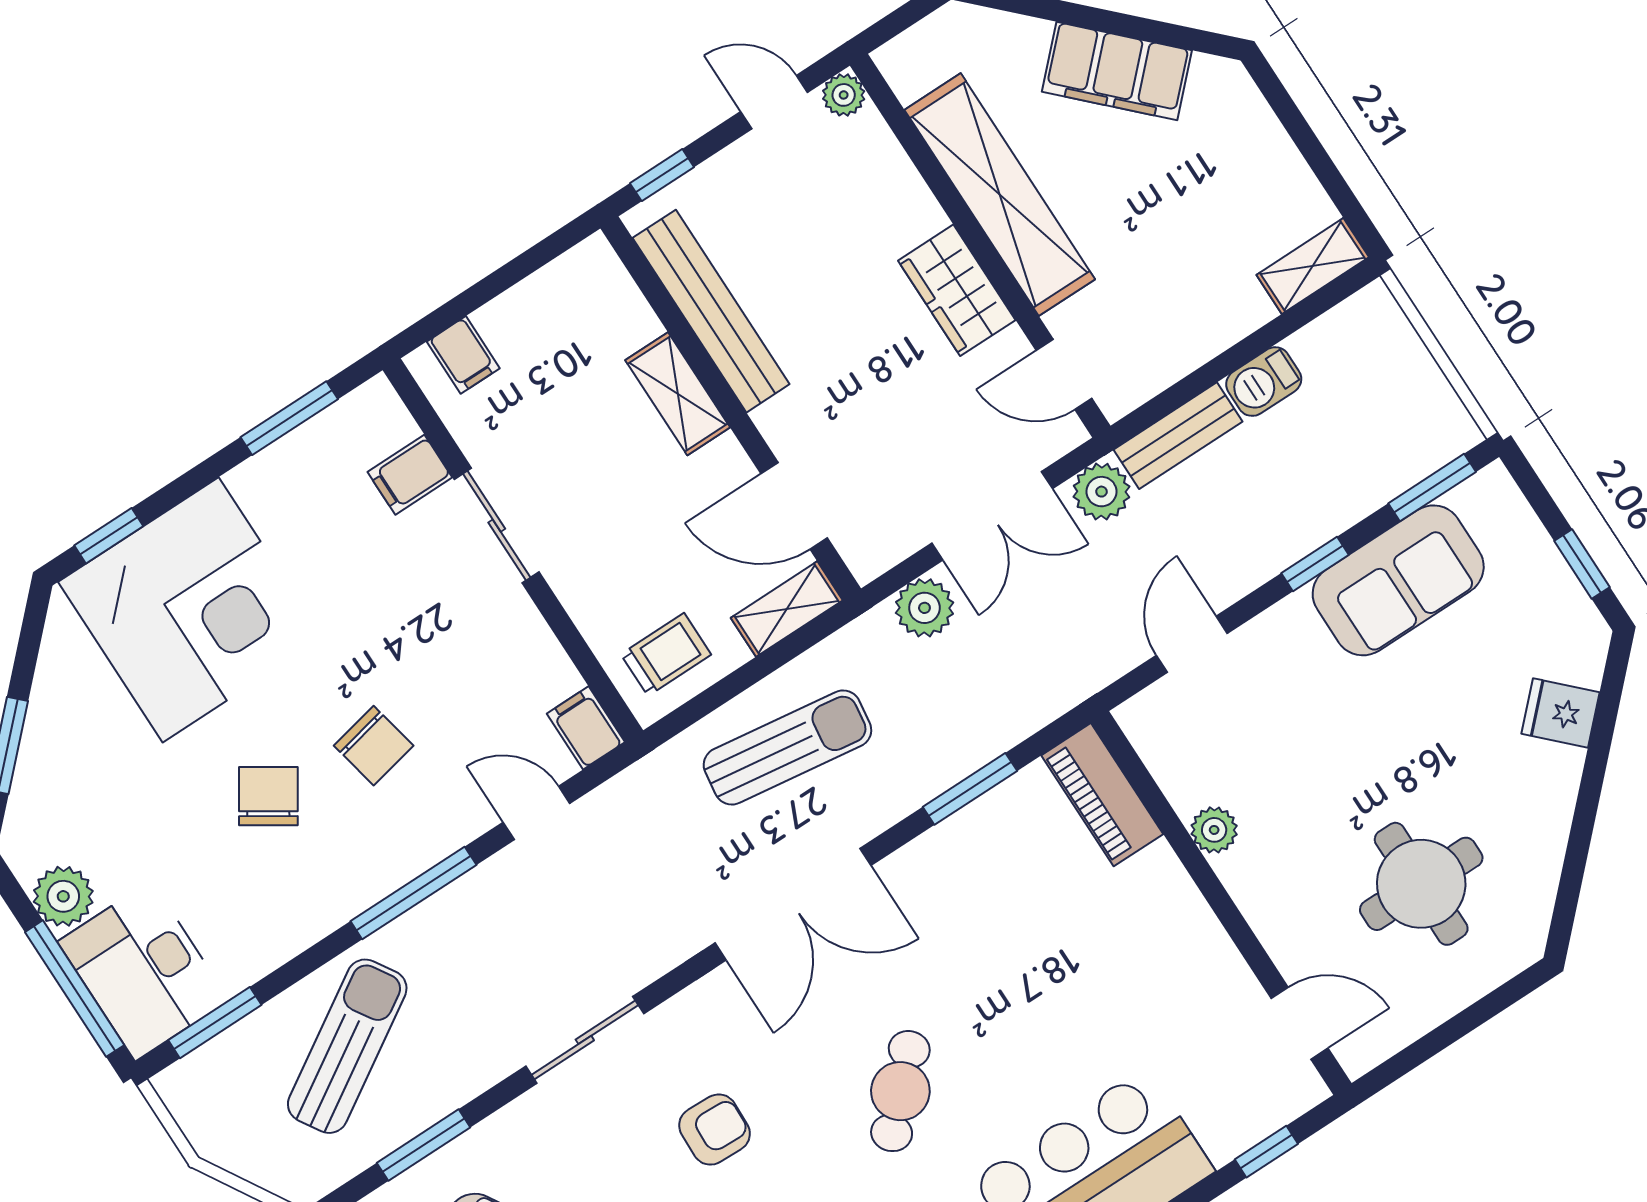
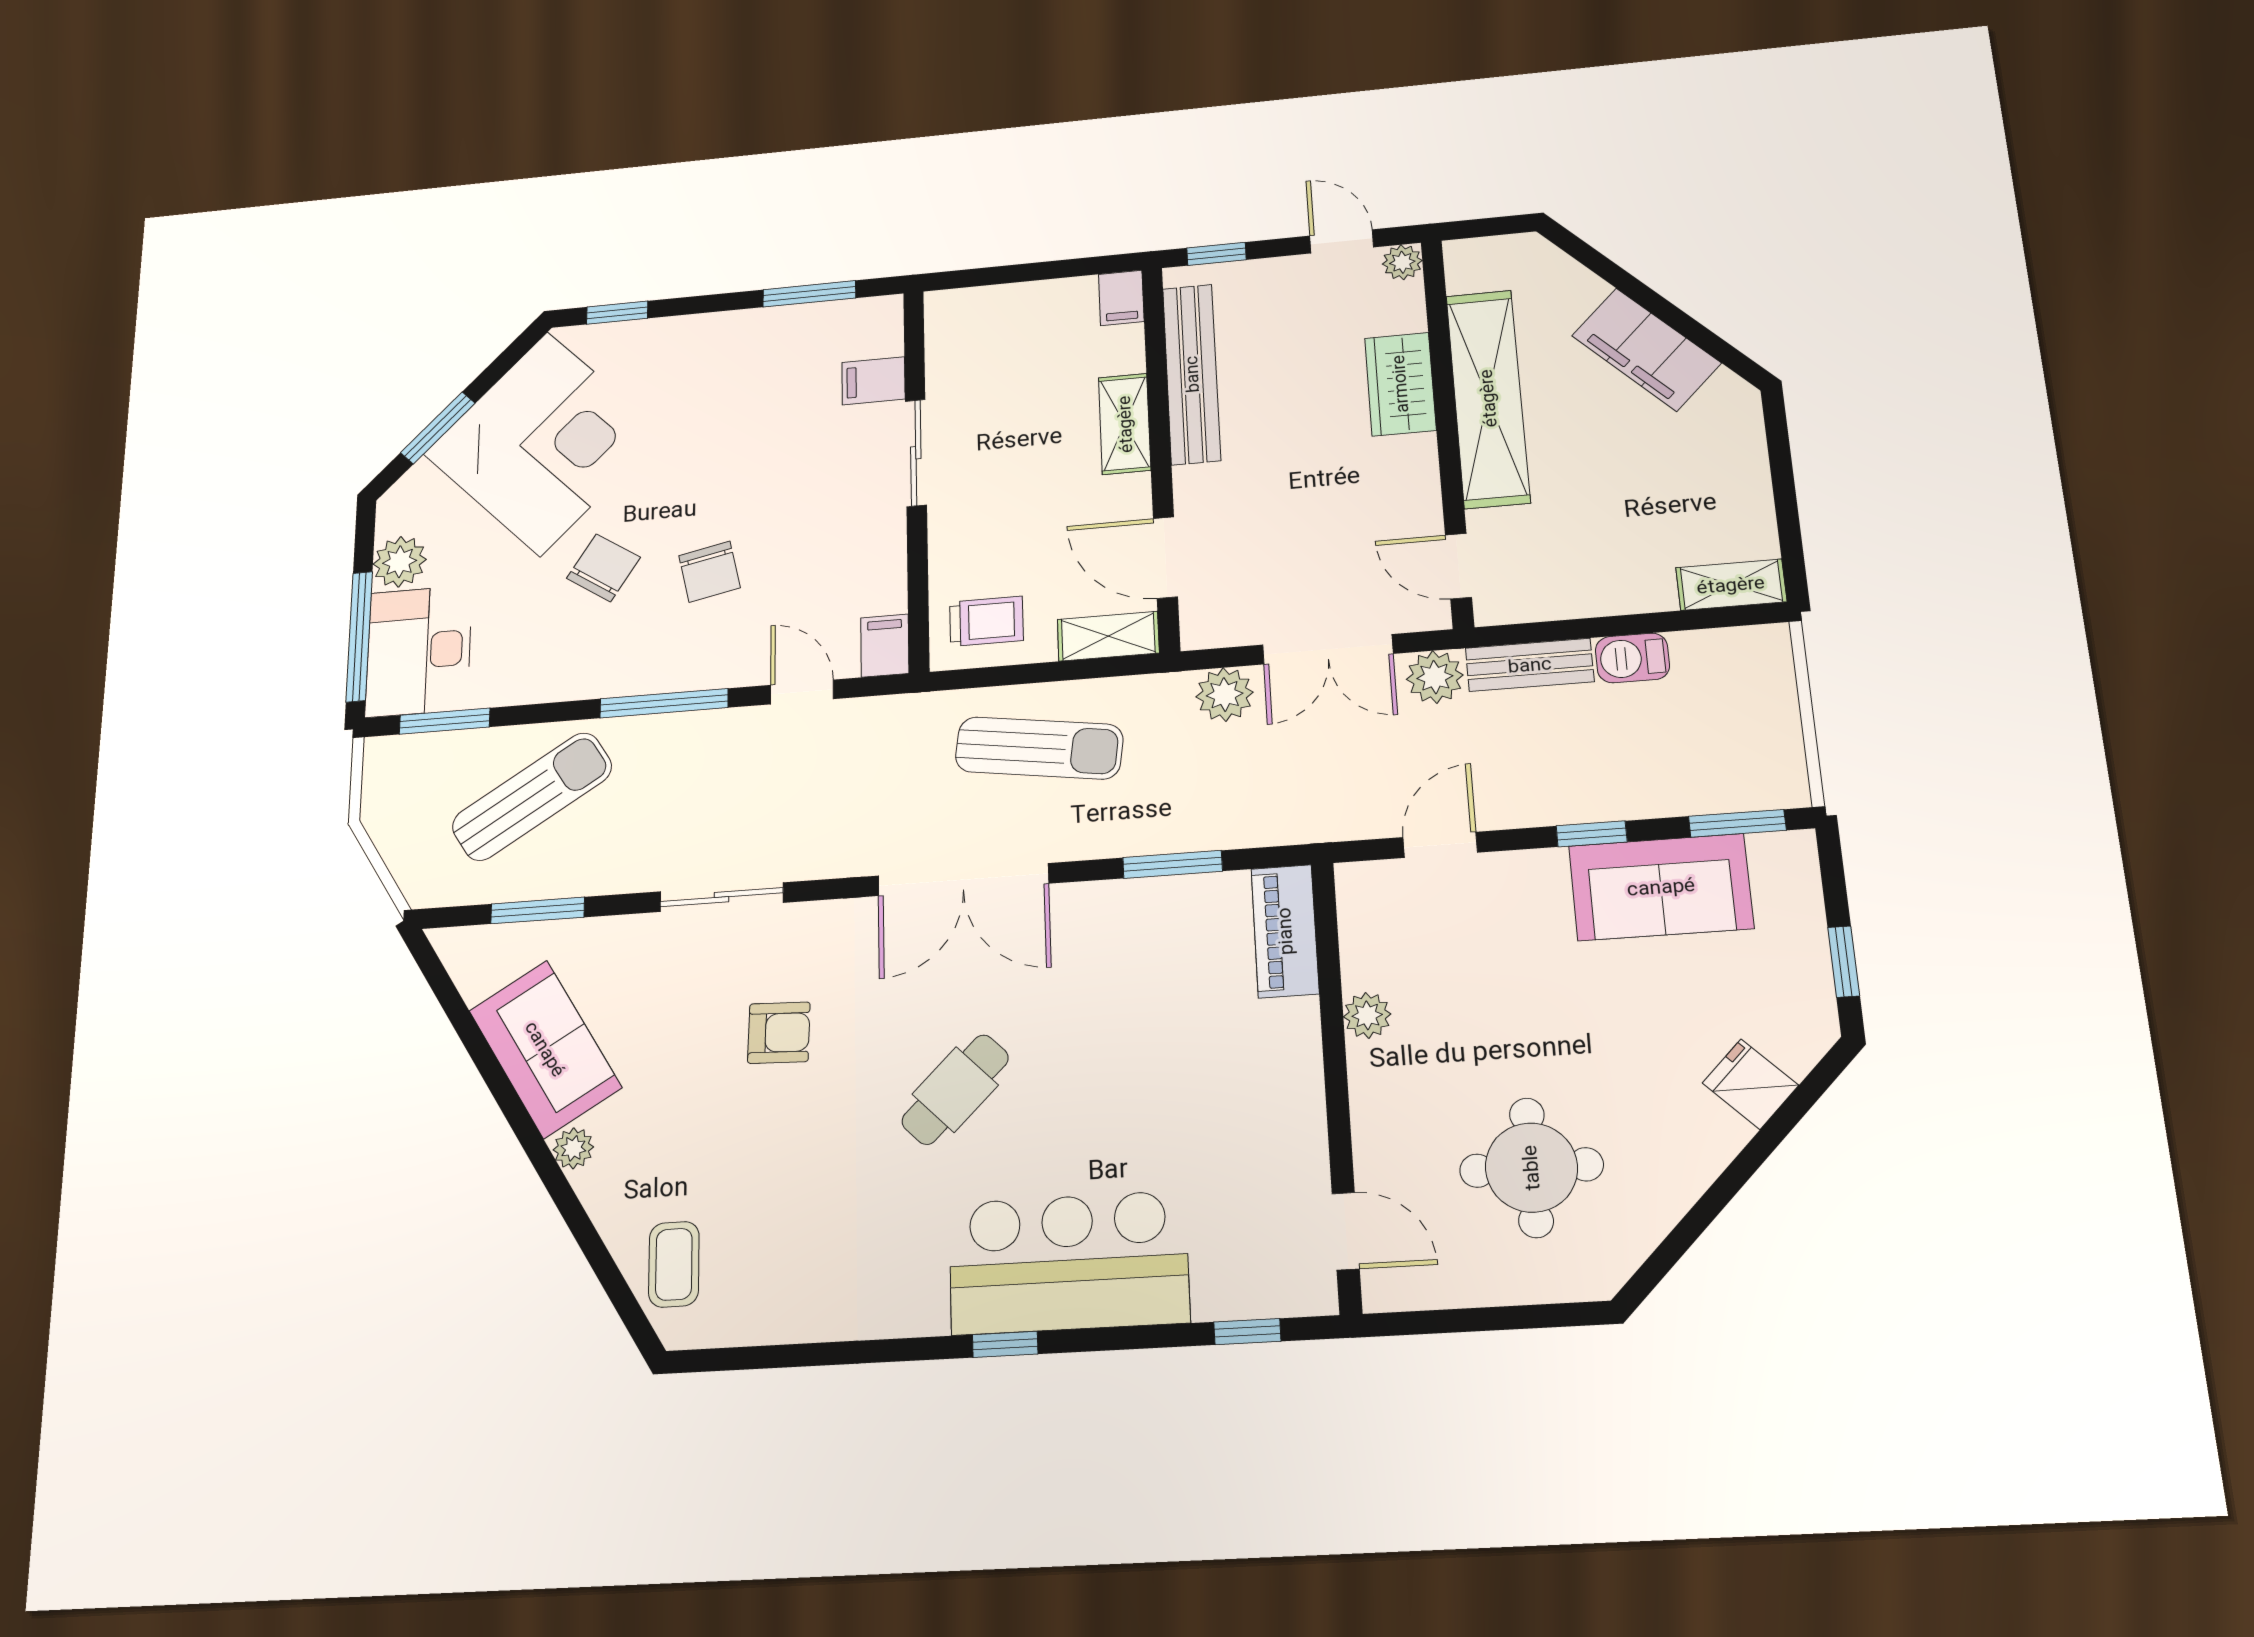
wardrobe: (957, 290) -> (1400, 384), moved
filing cabinet: (463, 355) -> (1121, 298), moved
corner desk: (191, 610) -> (544, 443), moved, turned -45

